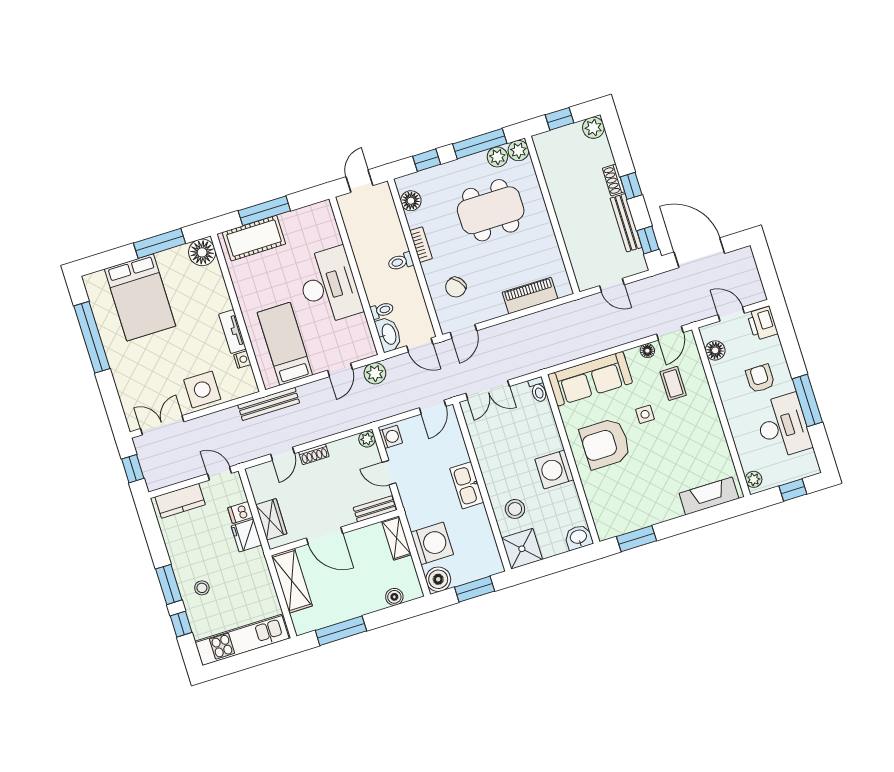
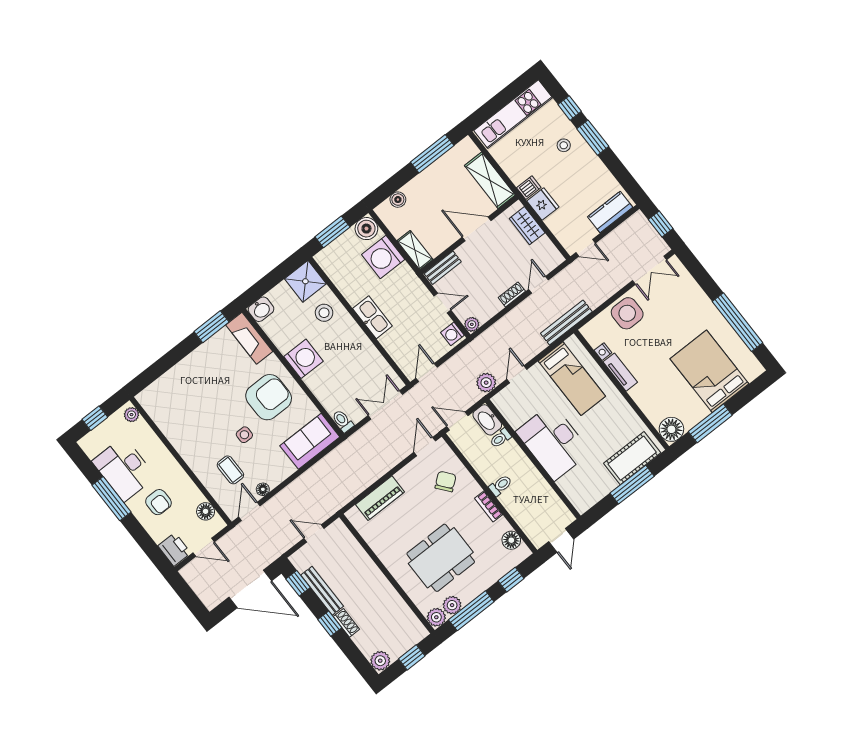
sofa: (590, 379) -> (310, 441), width x0.73
fireplace: (709, 496) -> (249, 338), moved, turned 90
dishwasher: (240, 512) -> (529, 188), moved

